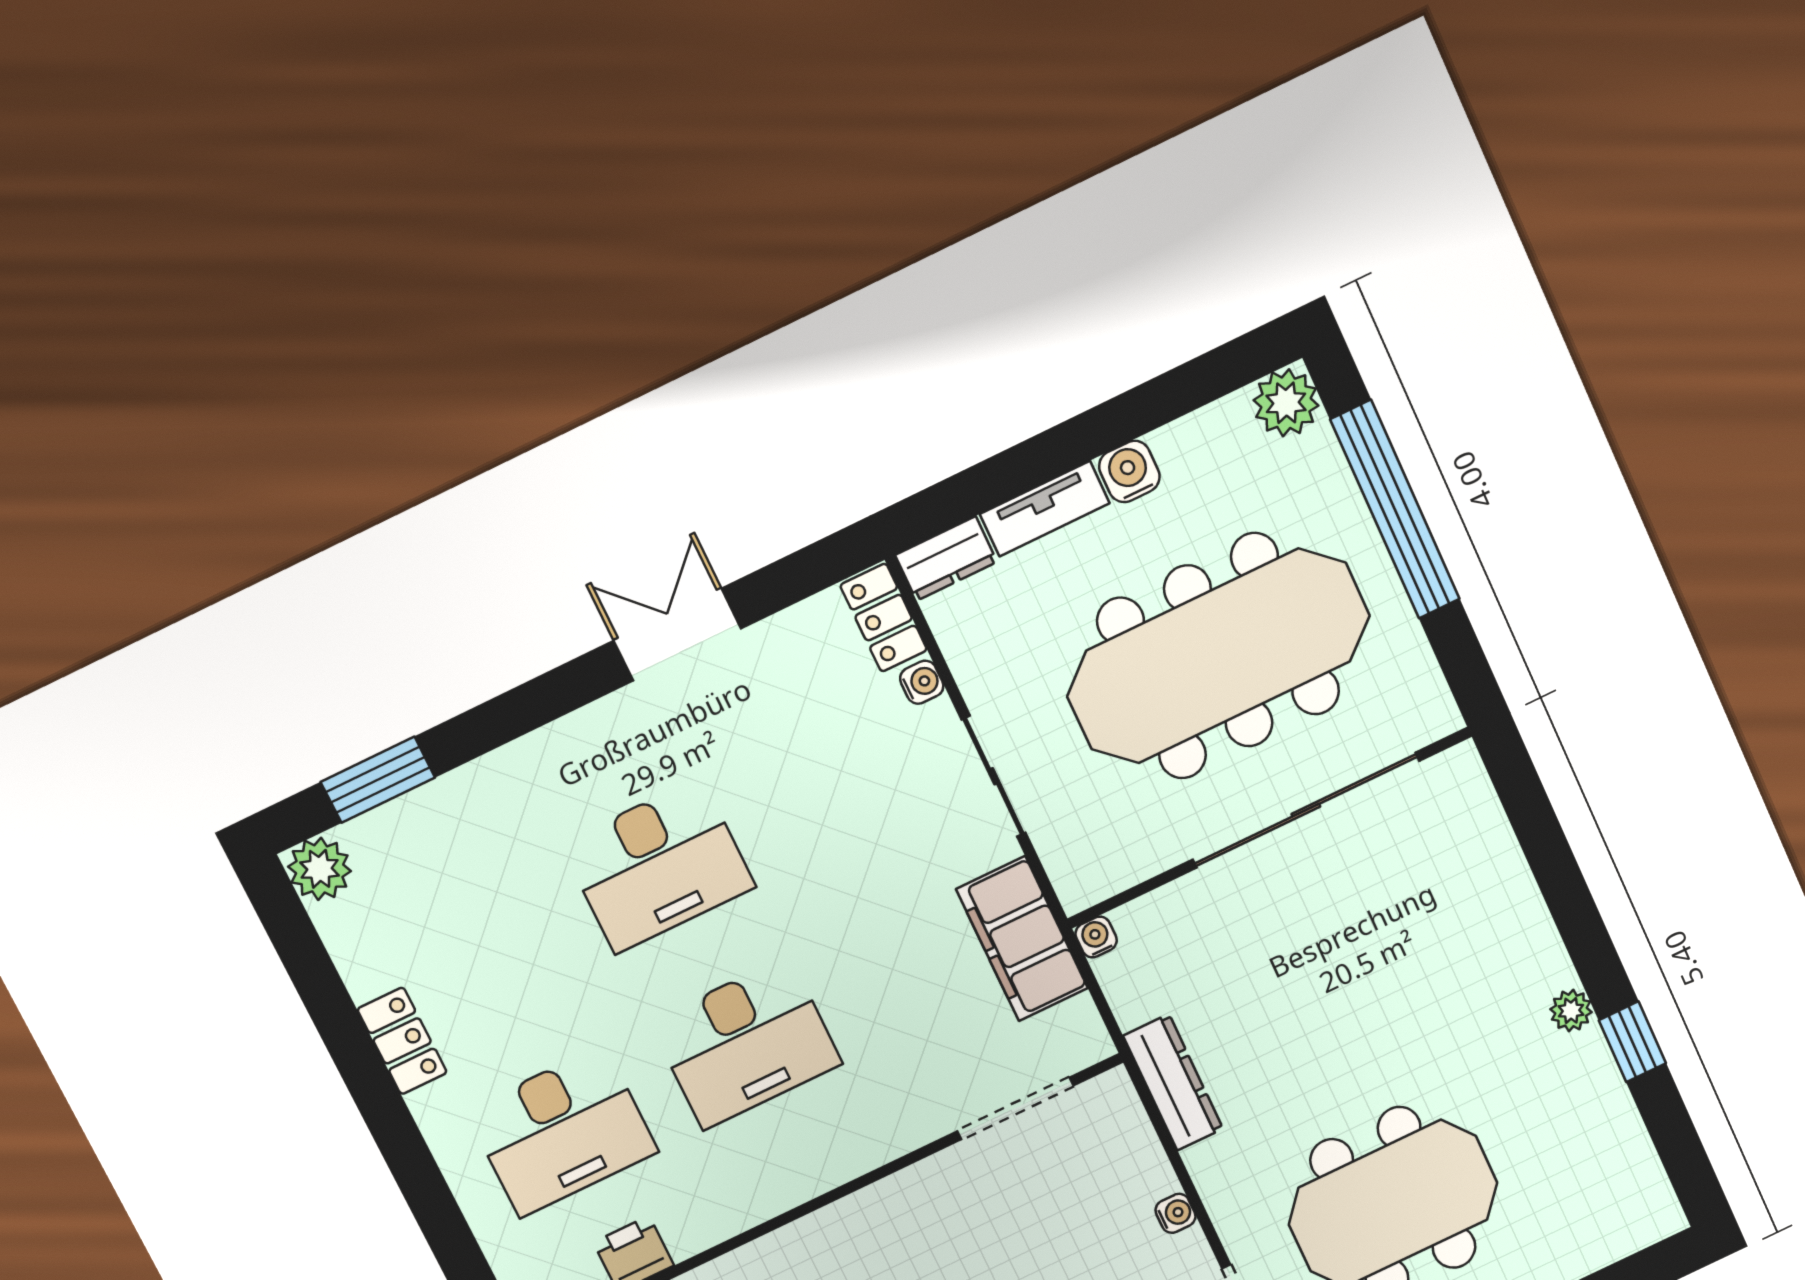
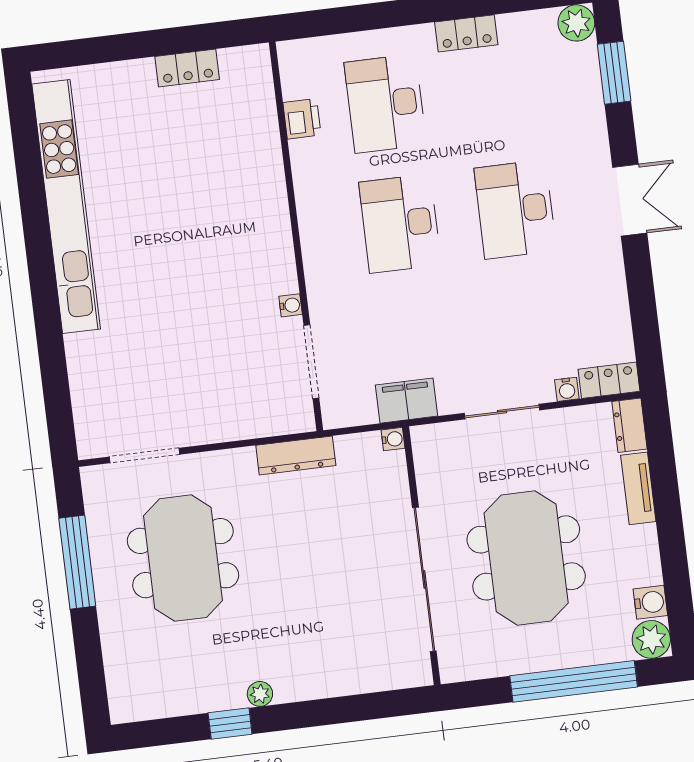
water cooler: (1129, 471) -> (650, 602), moved
double door: (677, 635) -> (630, 200), moved
meeting table: (1218, 656) -> (526, 558), width x0.73
filing cabinet: (1022, 939) -> (407, 401), width x0.67, depth x0.86
water cooler: (1175, 1213) -> (291, 305), moved, turned -90

